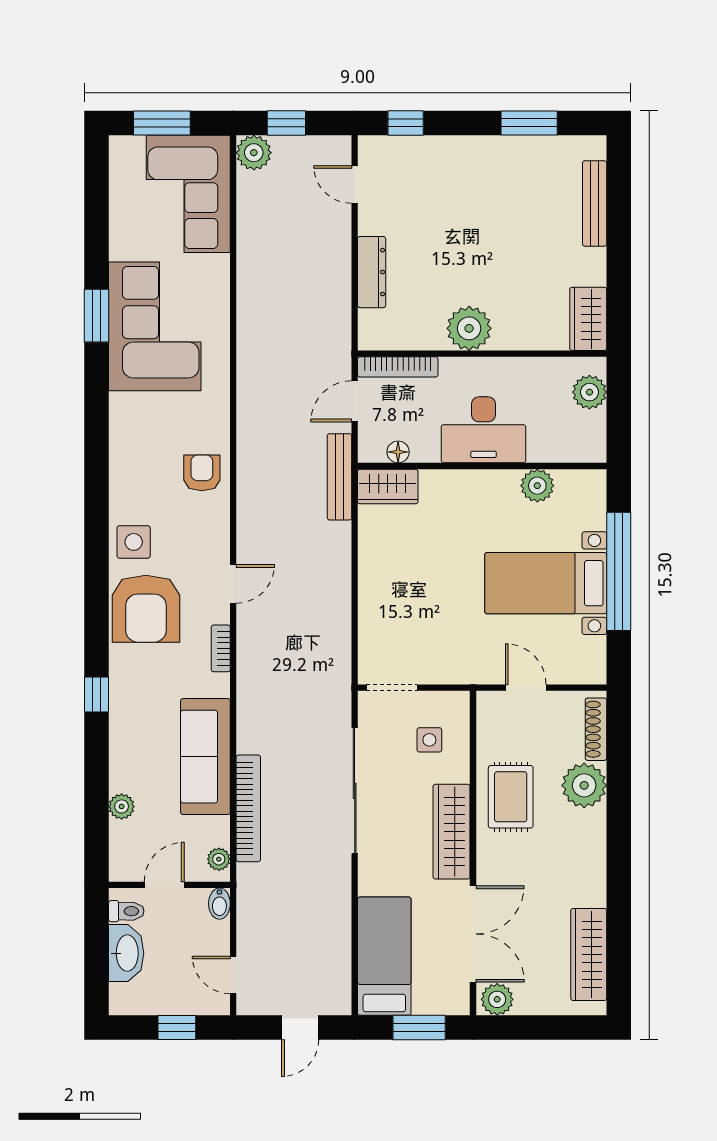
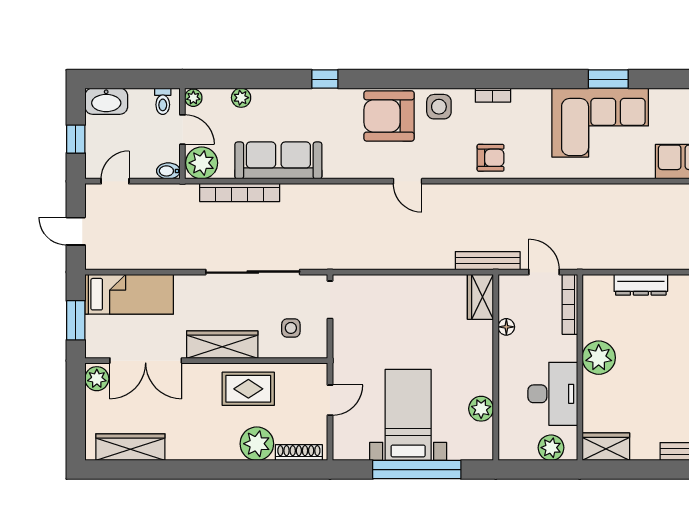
desk: (484, 430) -> (553, 394), moved, turned 180
floor lamp: (398, 452) -> (506, 327), moved
bookcase: (221, 648) -> (493, 95), moved, turned 180
plant: (219, 859) -> (202, 163), width x1.87, depth x1.87
plant: (122, 870) -> (193, 98), added
washbasin: (126, 953) -> (106, 101), moved

